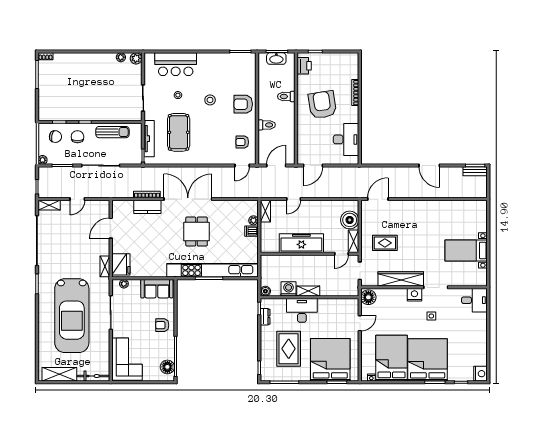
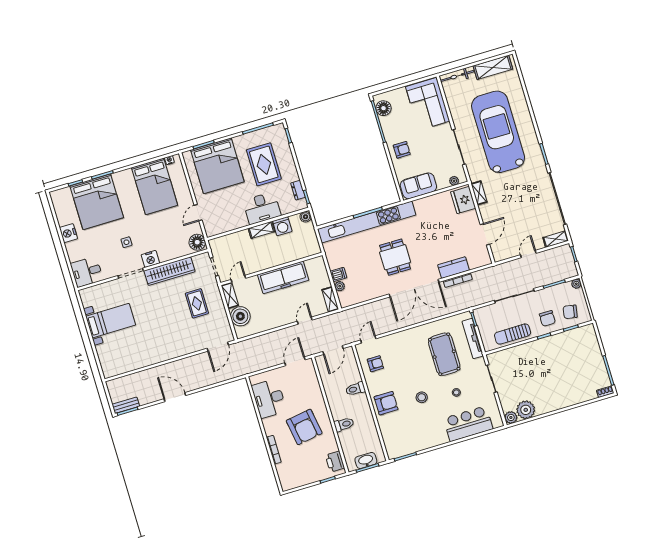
plant: (121, 57) -> (526, 410), width x1.87, depth x1.87
rug: (385, 243) -> (197, 303), turned 90
bed: (428, 360) -> (97, 202), moved
nightstand: (480, 374) -> (68, 233), moved

